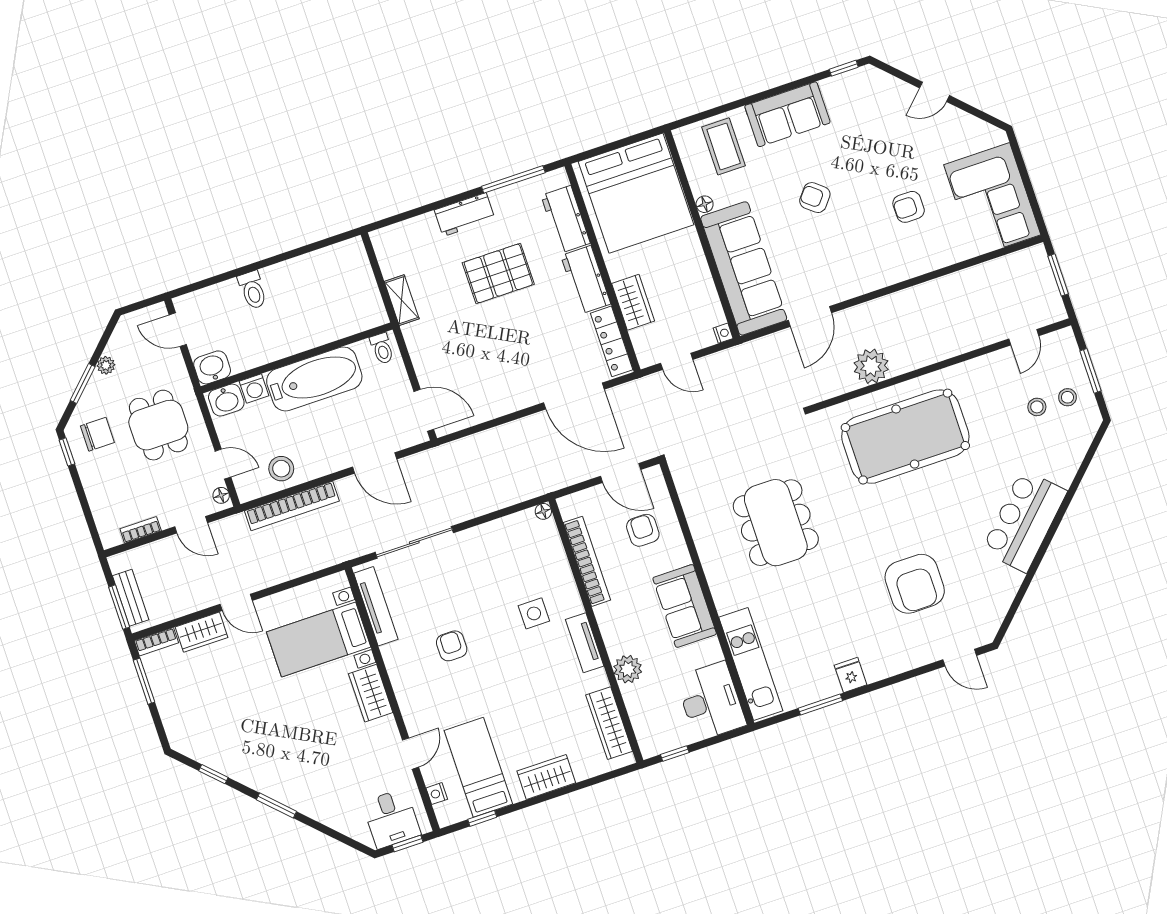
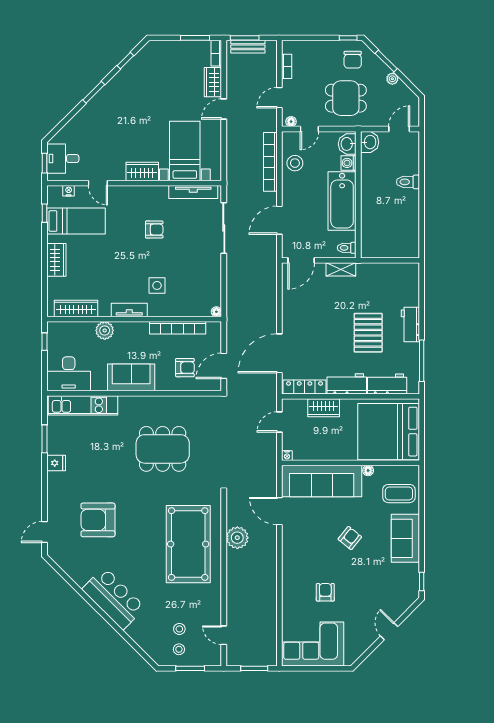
shelving: (402, 300) -> (341, 269), moved

